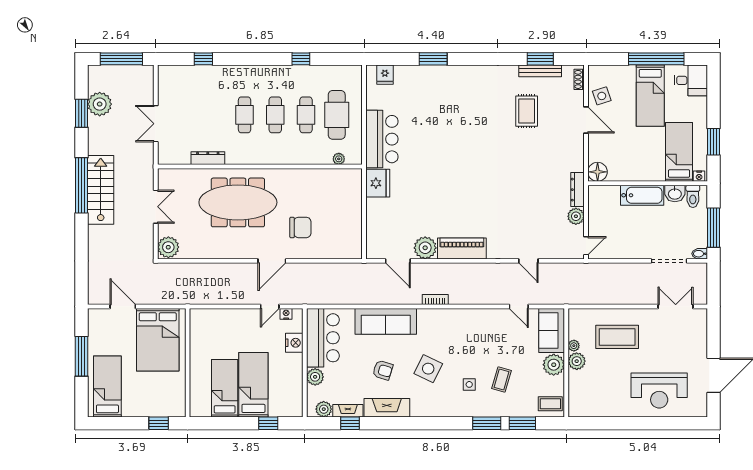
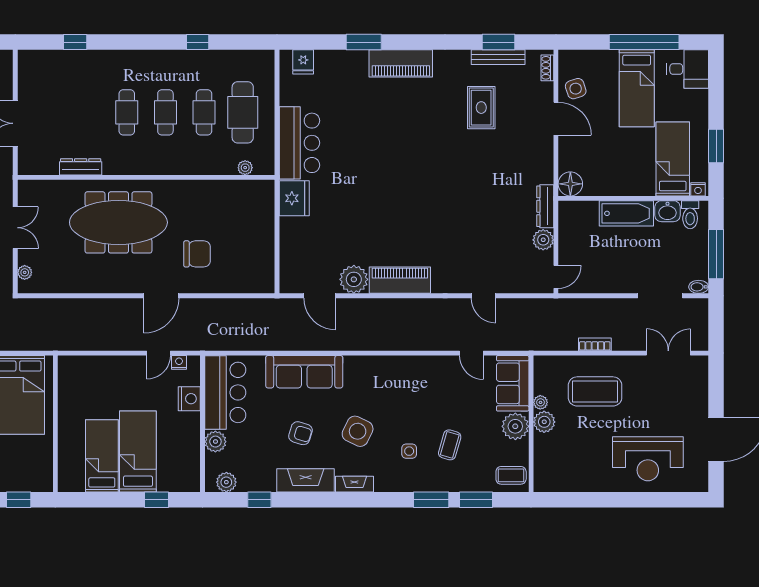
piano: (463, 76) -> (401, 63), added
plant: (168, 247) -> (25, 272), width x0.53, depth x0.53
bookcase: (435, 299) -> (595, 344), moved
fireplace: (348, 411) -> (354, 484), moved

